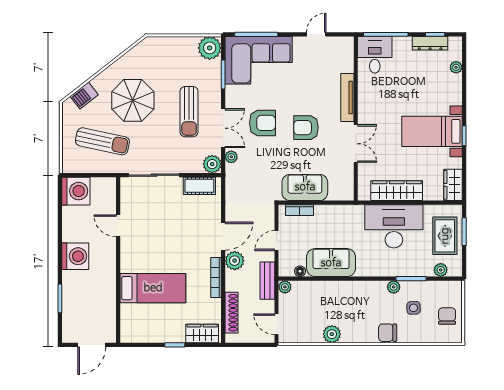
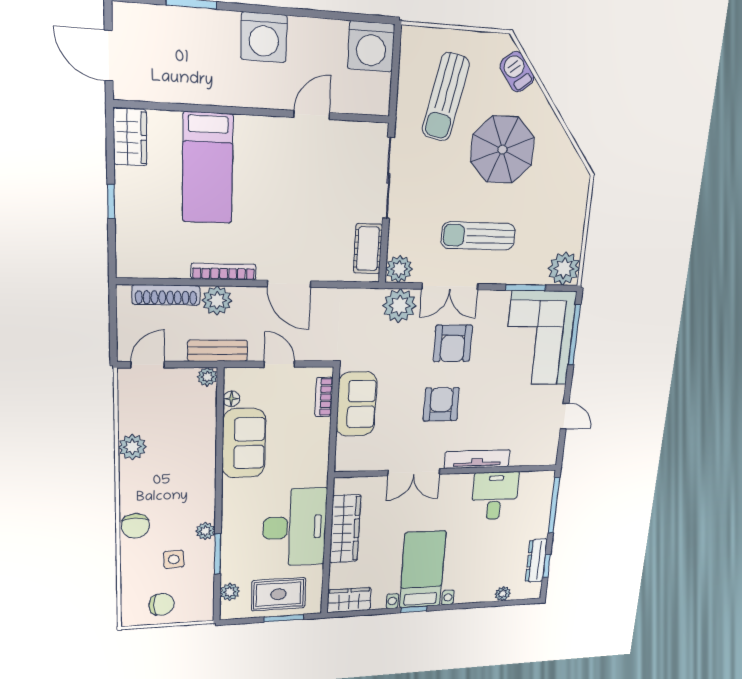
desk: (375, 55) -> (495, 496), moved, turned -90
plant: (231, 157) -> (399, 306), width x1.88, depth x1.88
plant: (235, 261) -> (217, 300), moved
wardrobe: (202, 333) -> (130, 137), moved
chair: (388, 333) -> (135, 526), turned 180

